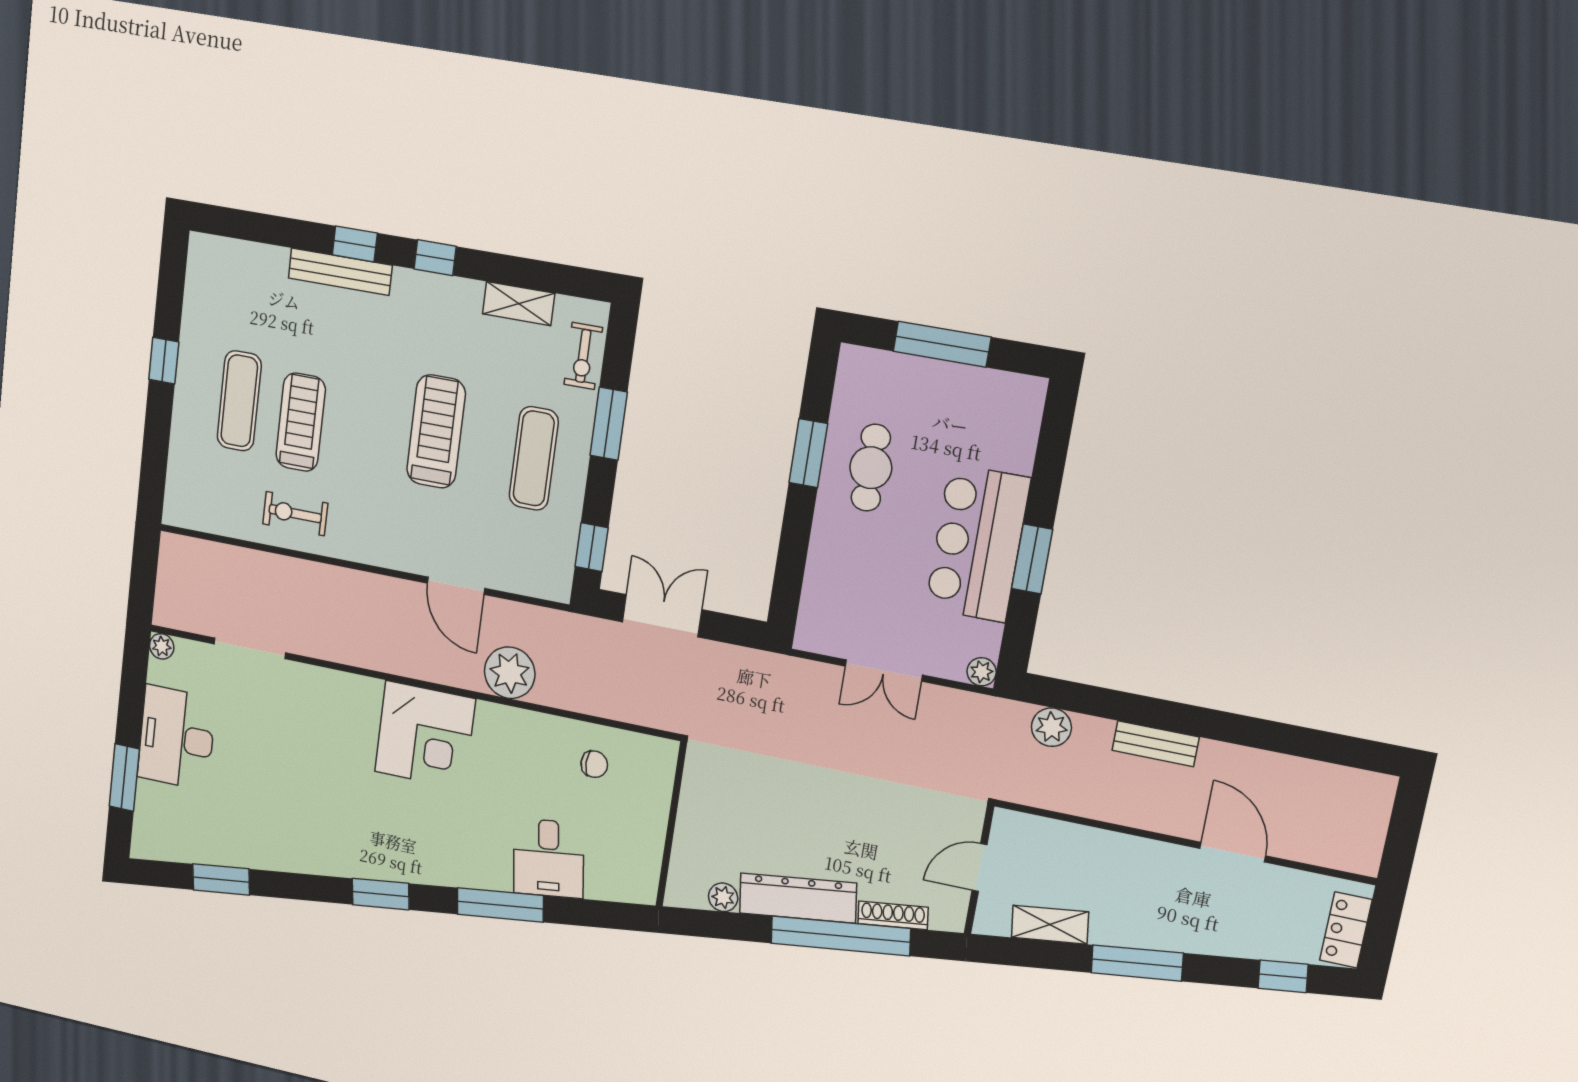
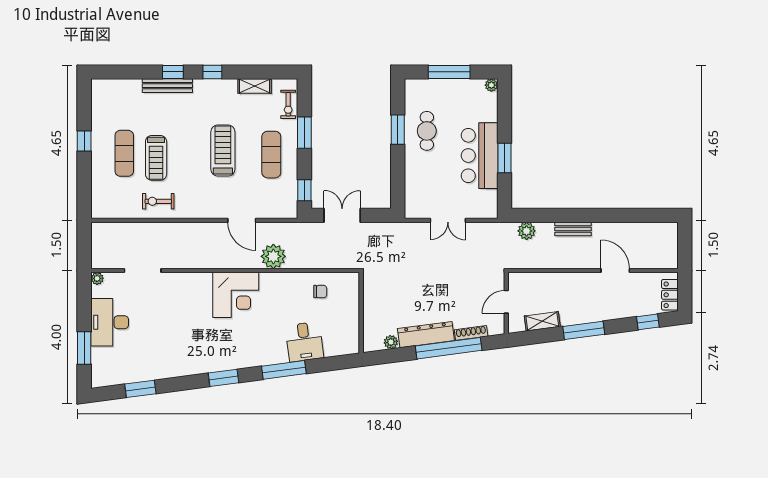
treadmill: (301, 422) -> (156, 158), turned 180
plant: (982, 672) -> (491, 85), moved

